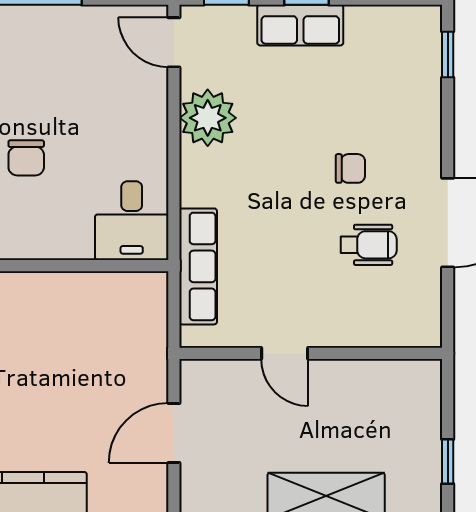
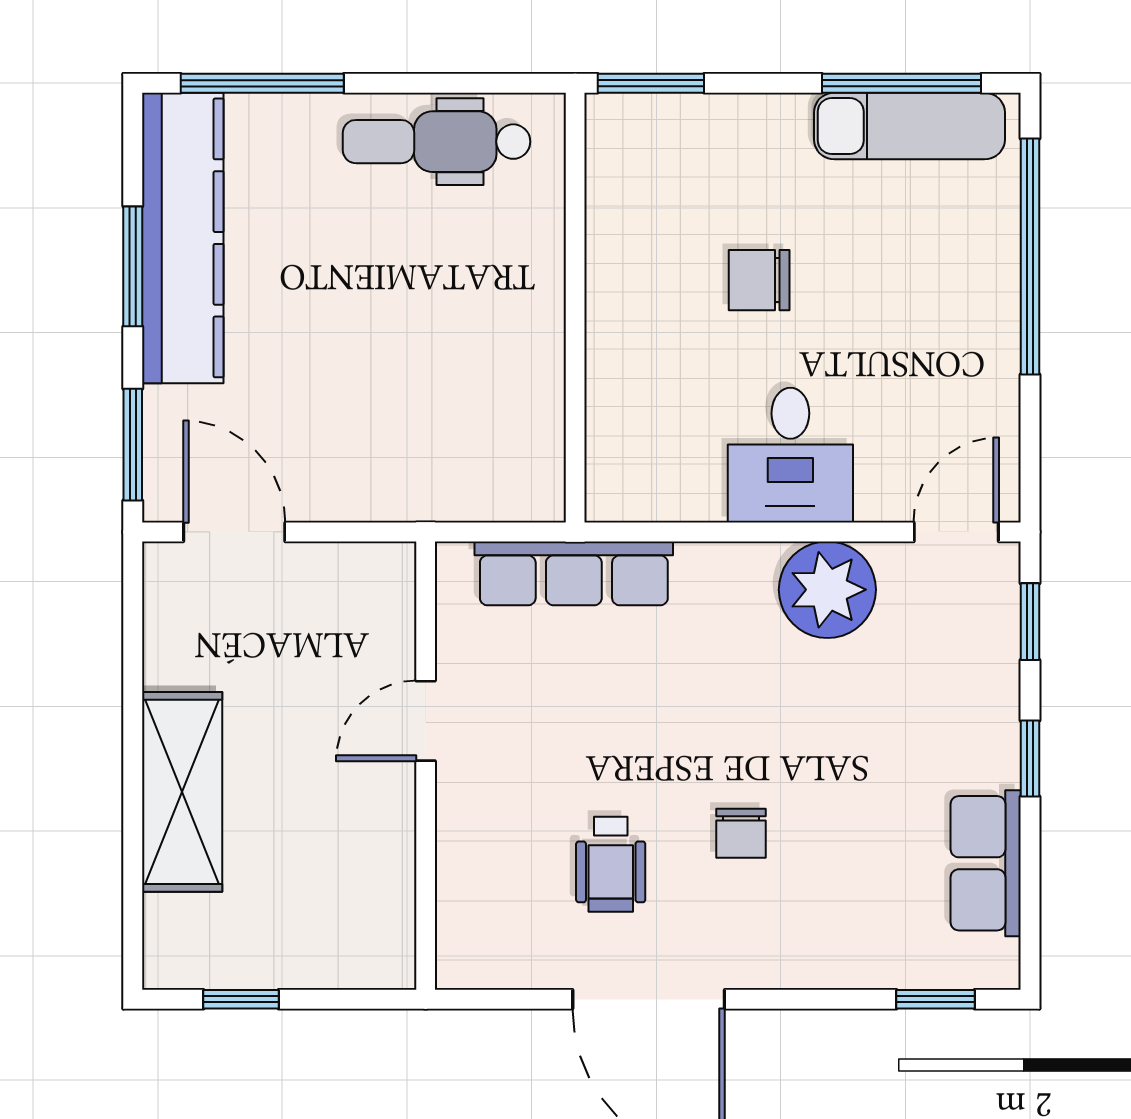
row of seats: (300, 25) -> (986, 863), moved
desk: (132, 221) -> (790, 455), moved, turned -90
door: (174, 433) -> (234, 532), moved

